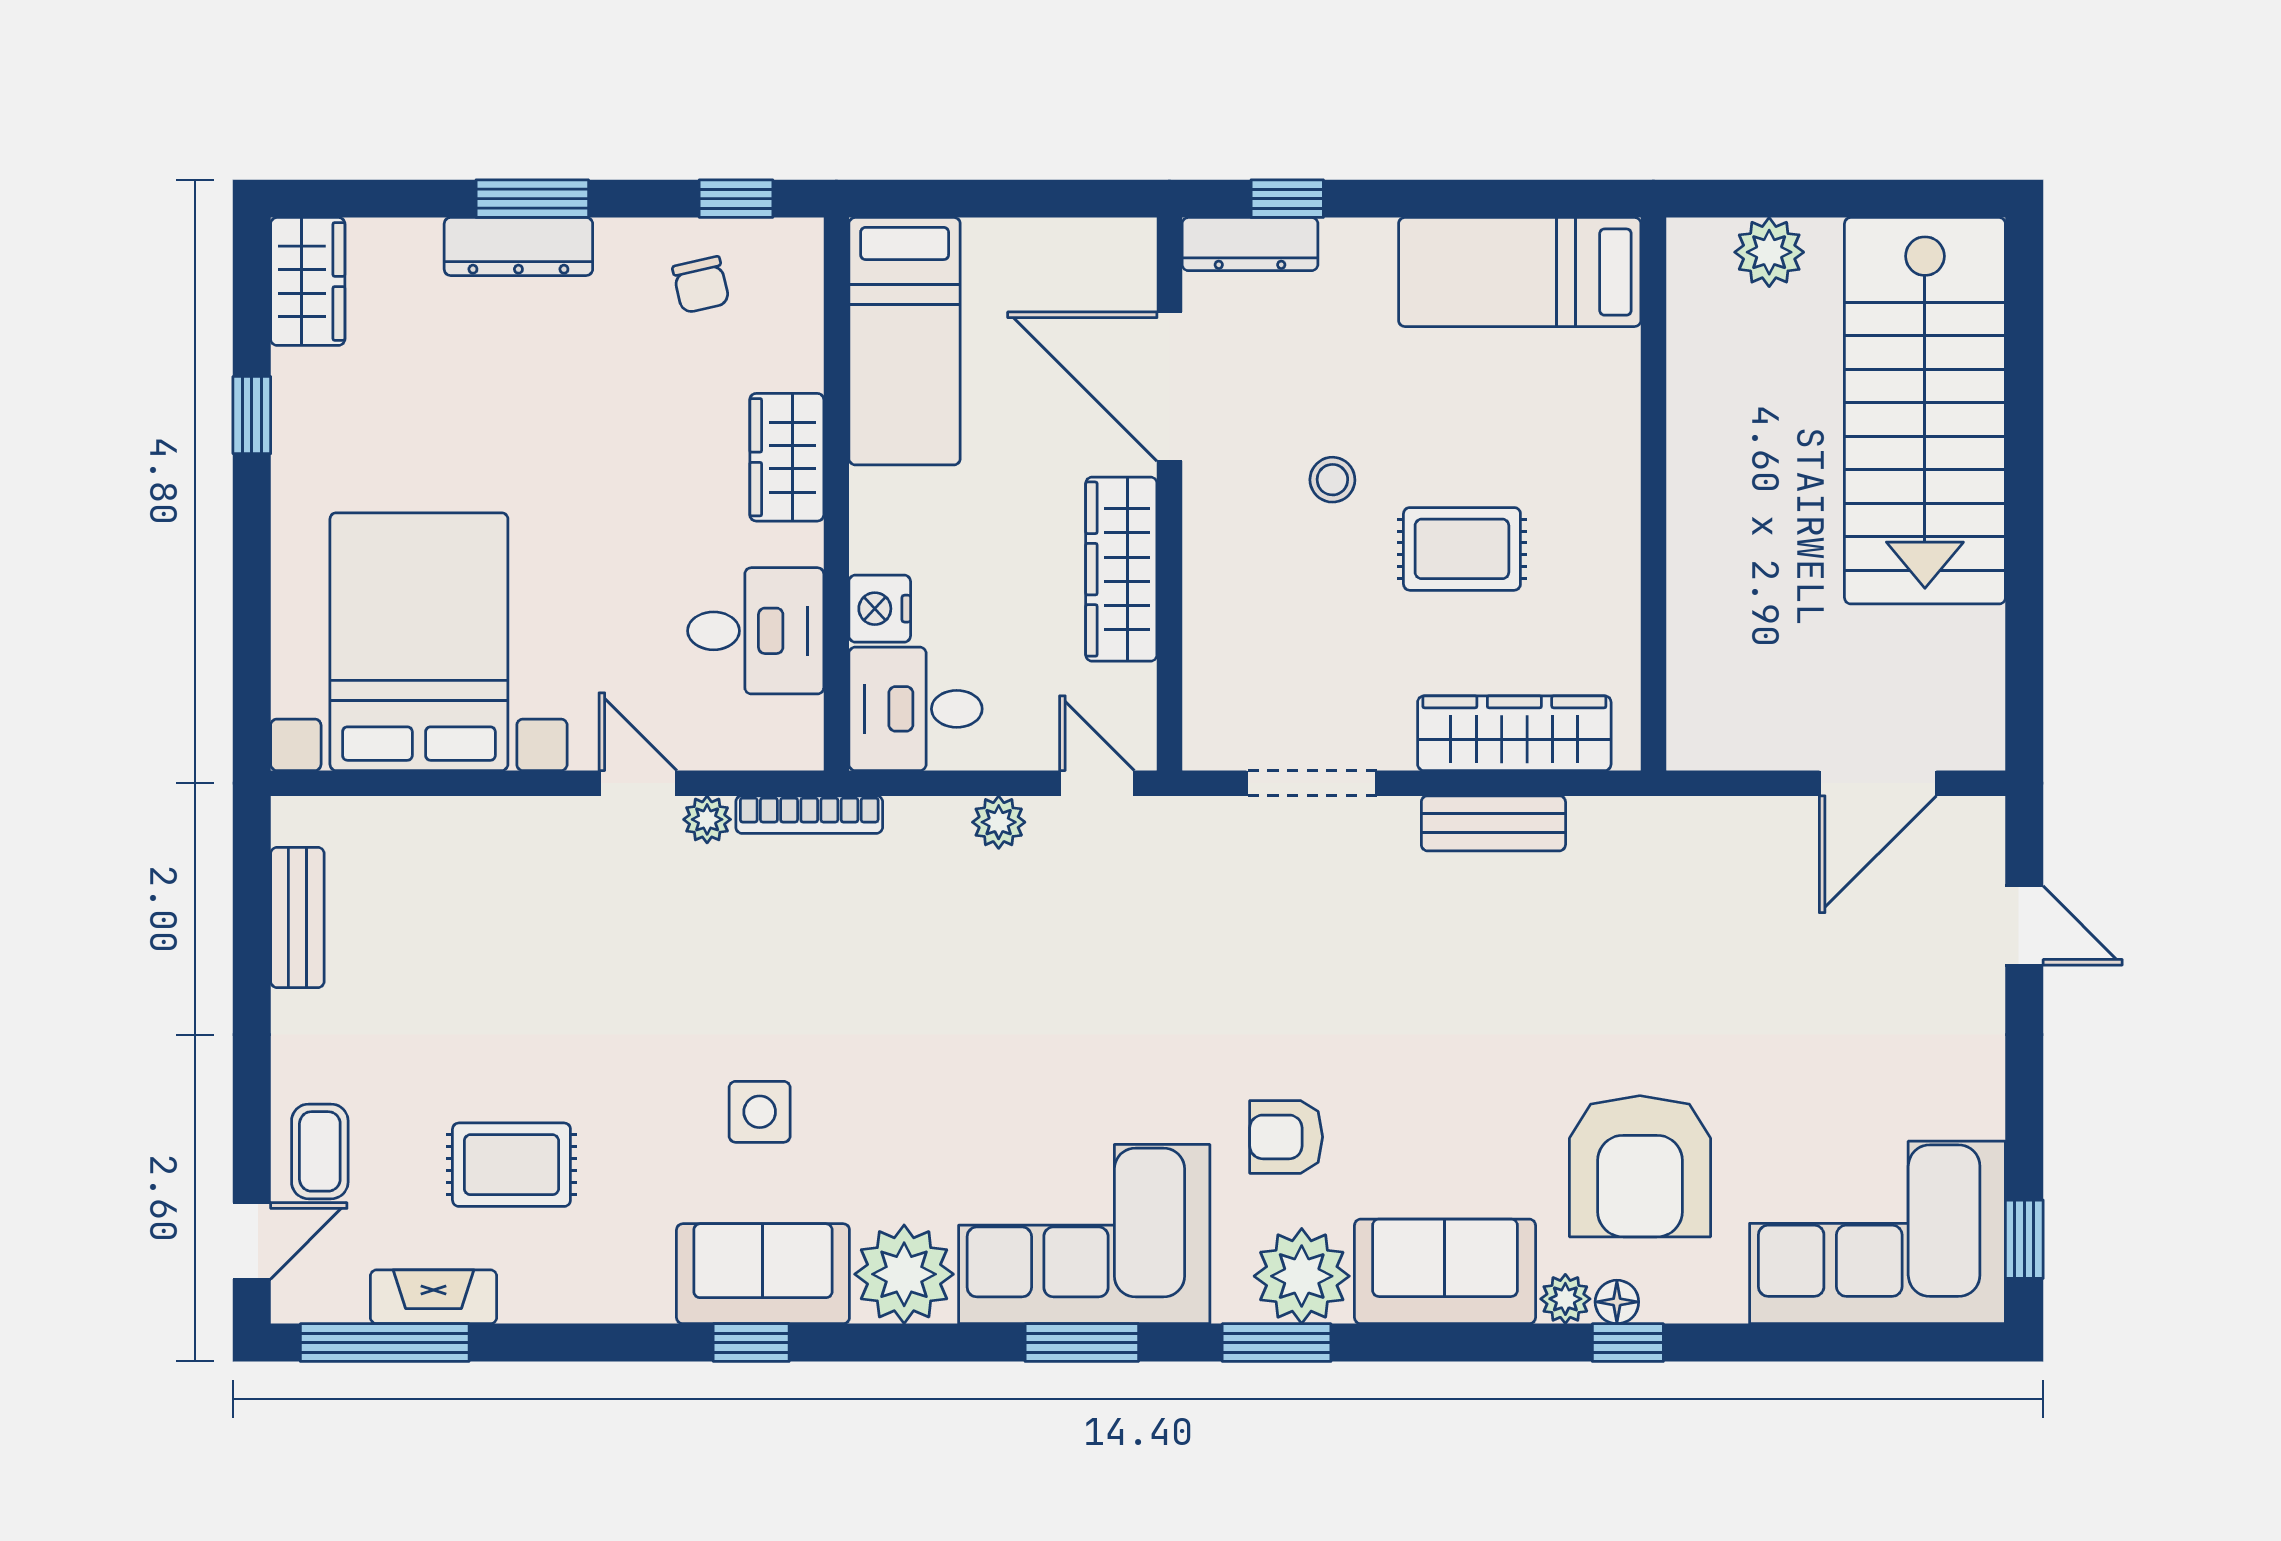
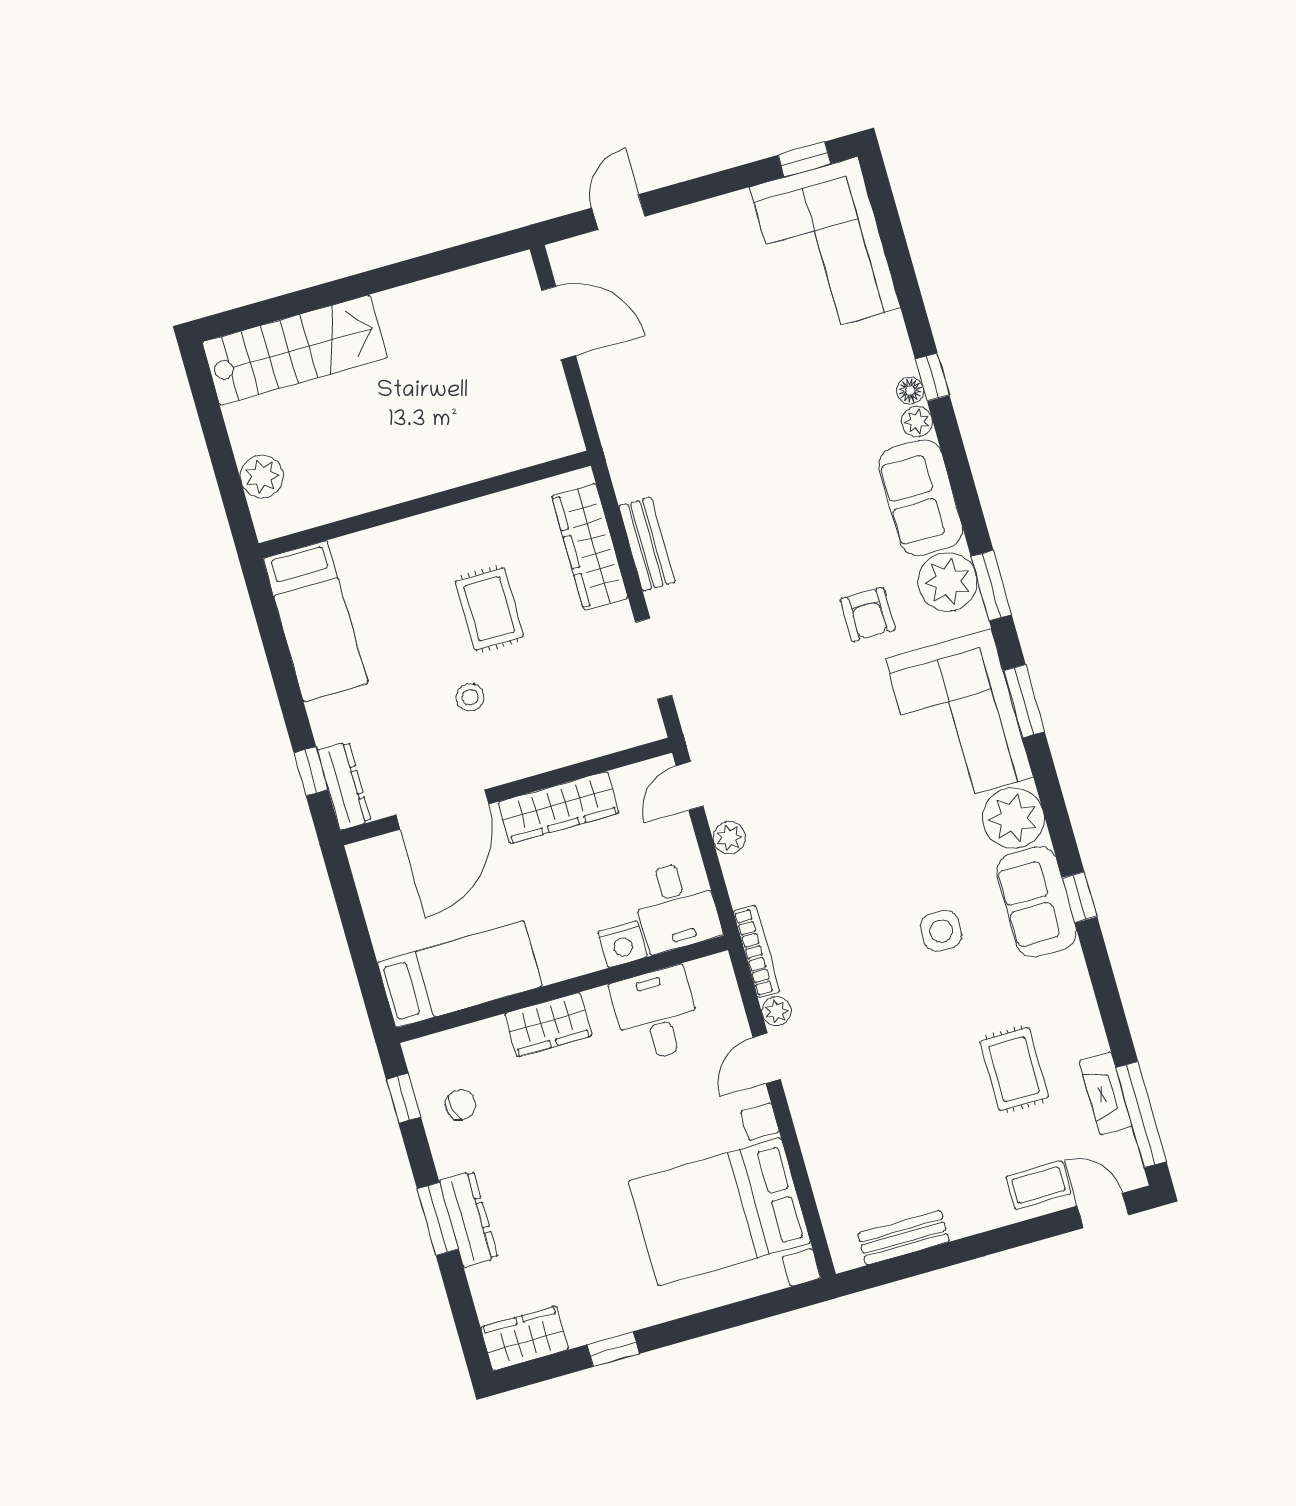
stairs: (1925, 411) -> (295, 350), width x0.73, depth x0.66
armchair: (1640, 1166) -> (826, 400), removed

